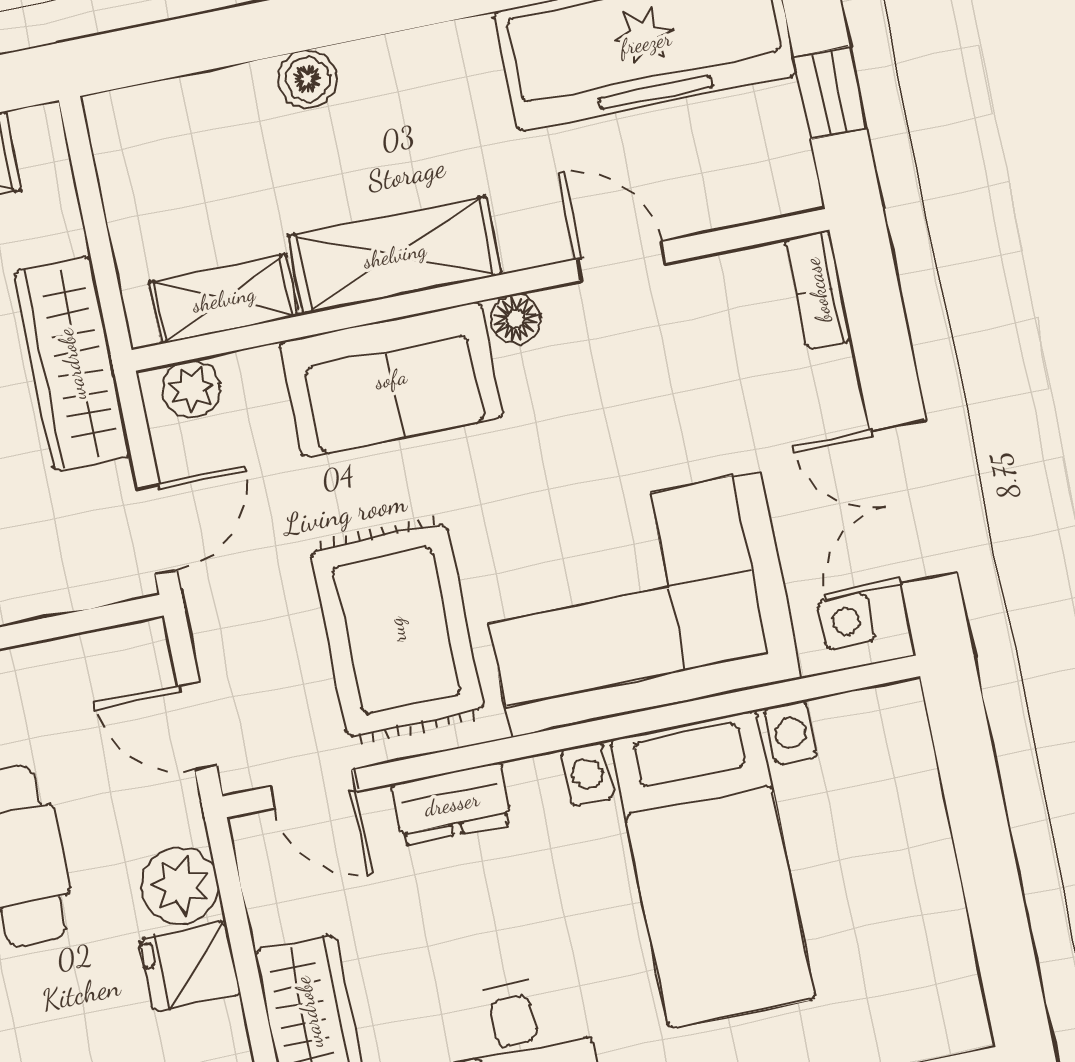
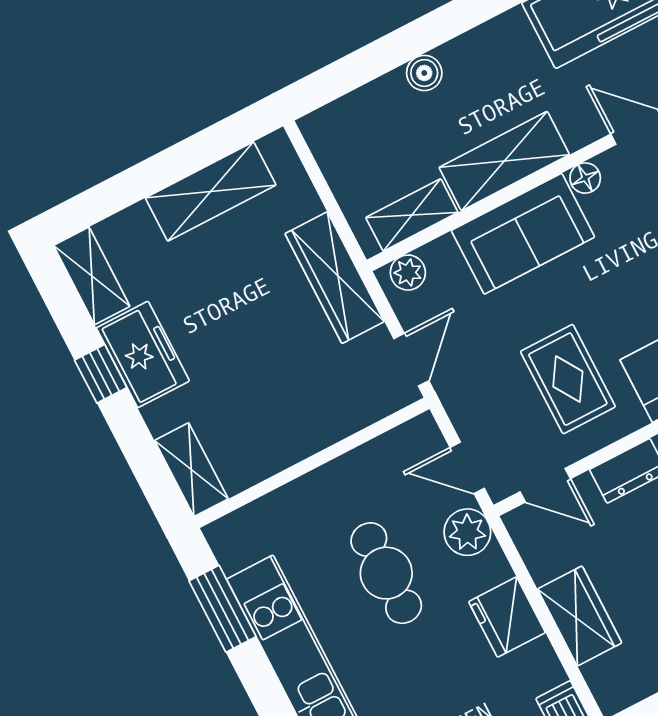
rug: (397, 630) -> (568, 379), width x0.73, depth x0.70
plant: (180, 886) -> (467, 532), moved
fridge: (190, 967) -> (507, 617), width x1.38

